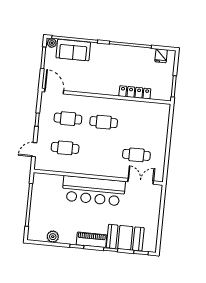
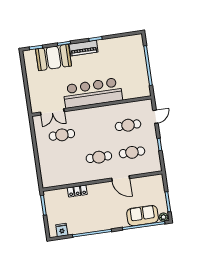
door: (54, 91) -> (121, 178), moved
locker: (135, 92) -> (77, 191), width x0.66
plant: (53, 237) -> (119, 42), removed

